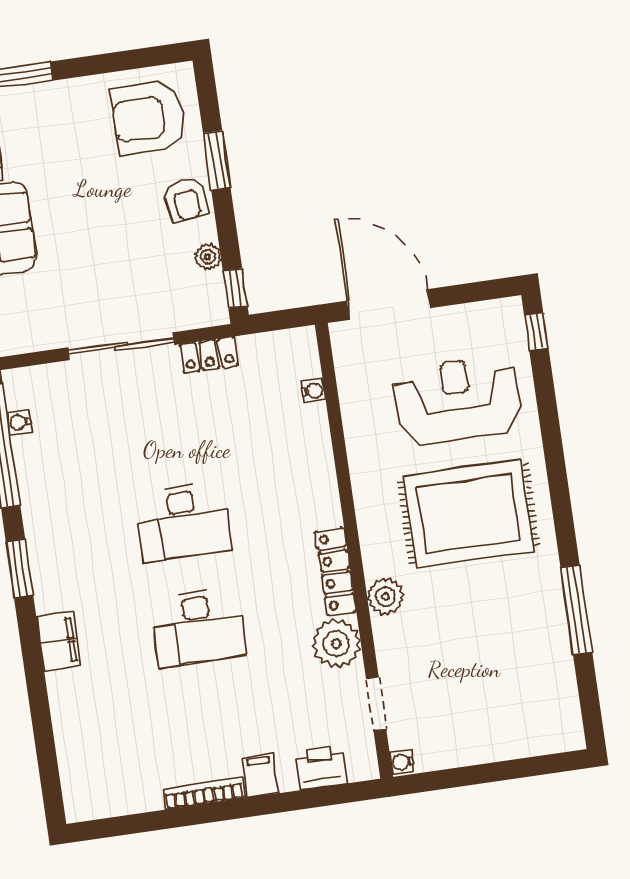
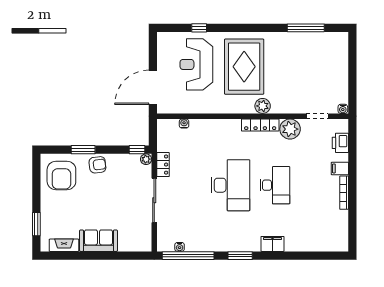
plant: (208, 257) -> (146, 159), moved
window: (536, 332) -> (199, 28), moved
desk: (183, 522) -> (230, 185), width x1.36, depth x1.30
plant: (385, 596) -> (263, 106), moved
window: (576, 610) -> (306, 28), moved

